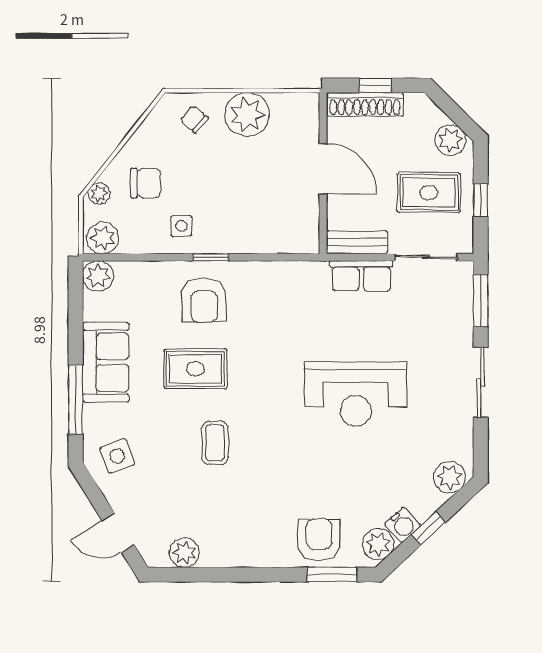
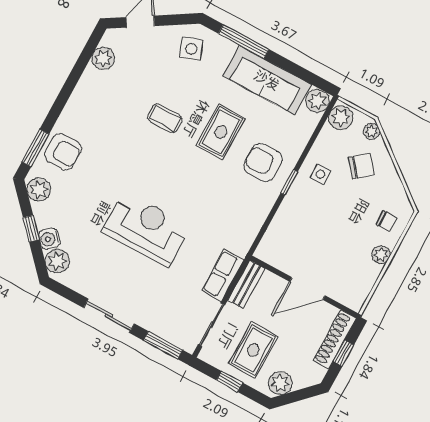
plant: (247, 115) -> (381, 255), width x0.53, depth x0.53
chair: (194, 119) -> (386, 221), turned 50
chair: (146, 183) -> (362, 166), turned -129
sofa: (106, 362) -> (267, 80), width x1.36
reception desk: (356, 394) -> (146, 229), turned 90
water cooler: (402, 525) -> (49, 239), moved

